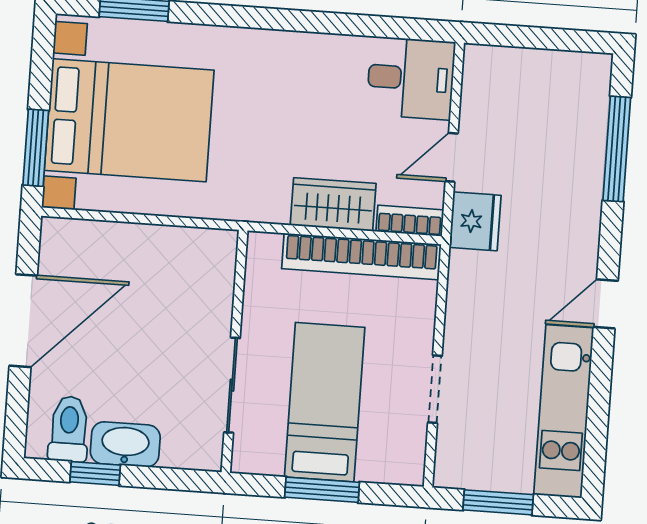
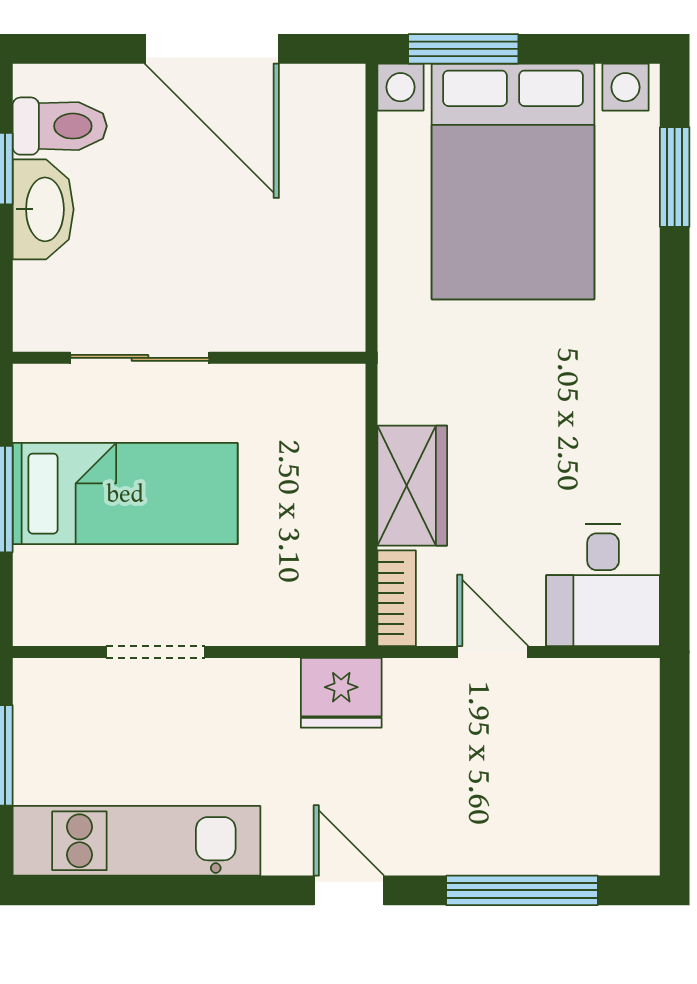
fridge: (475, 221) -> (341, 693), moved
bookcase: (361, 256) -> (340, 532), removed
door: (606, 304) -> (349, 890), moved

